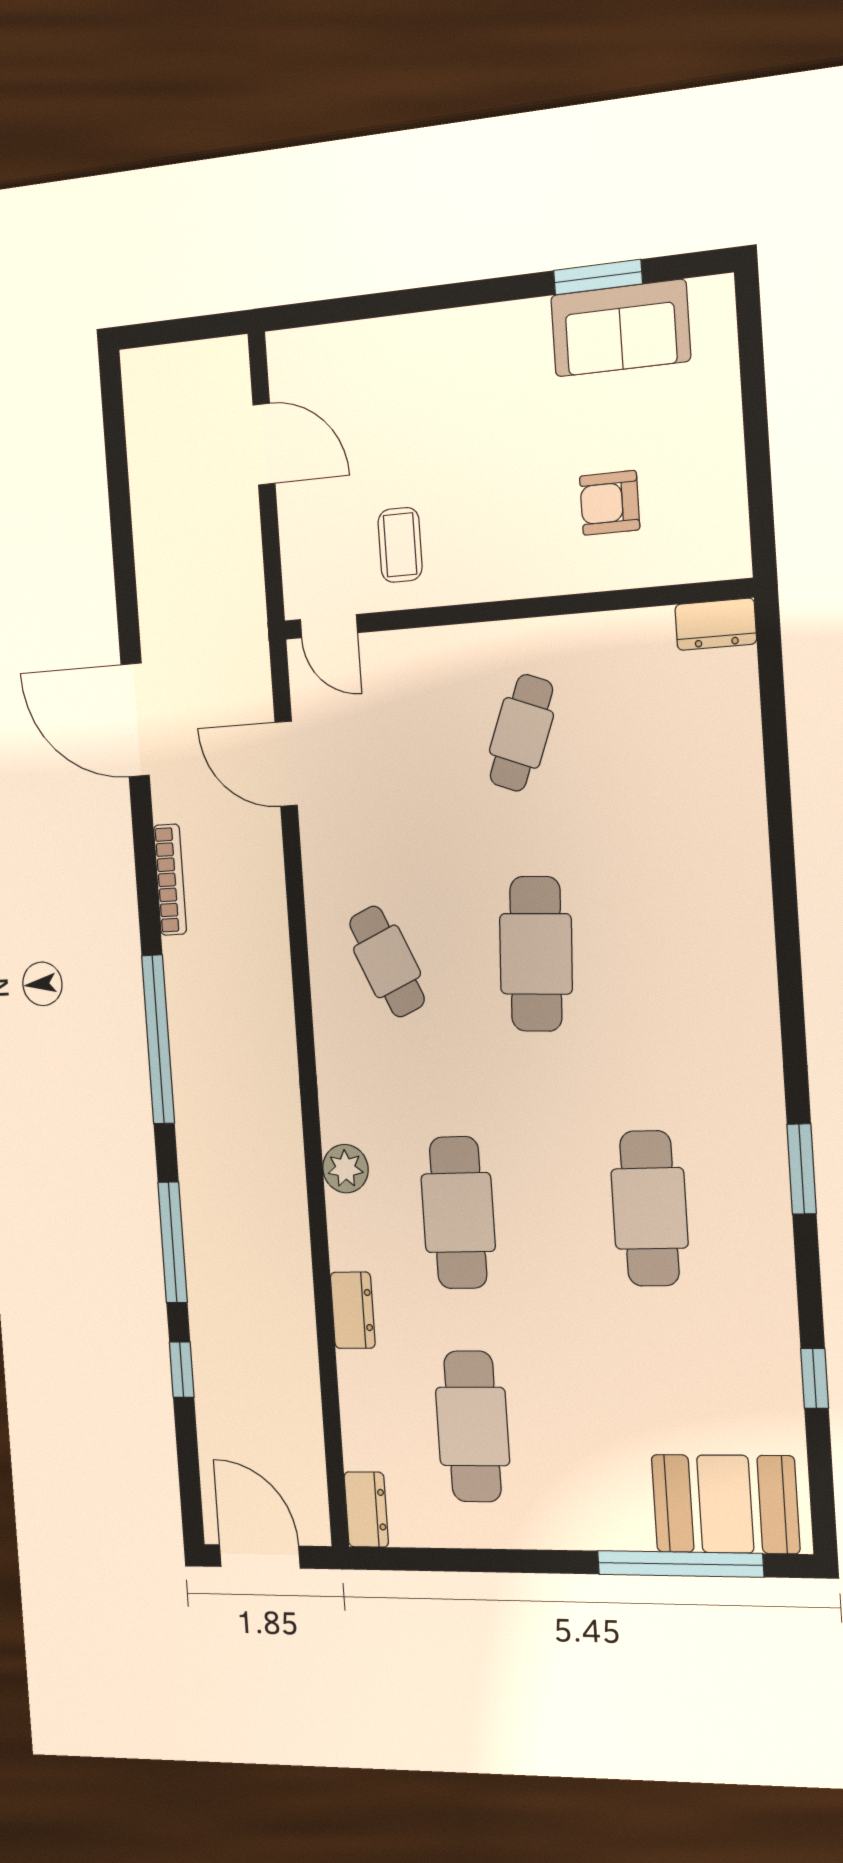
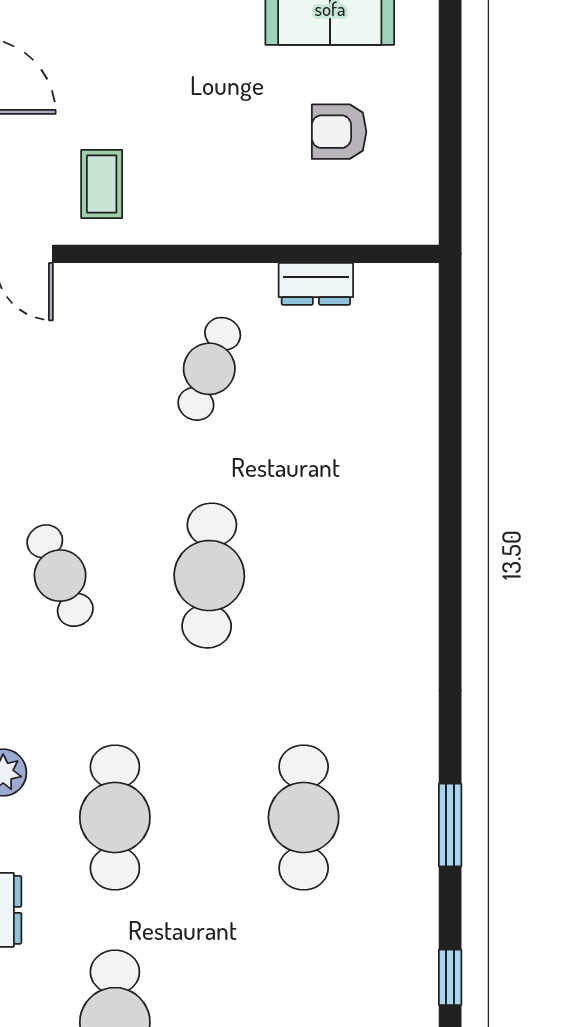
armchair: (610, 503) -> (339, 132), moved
dresser: (716, 624) -> (316, 284), moved
window: (802, 1169) -> (450, 825), moved

